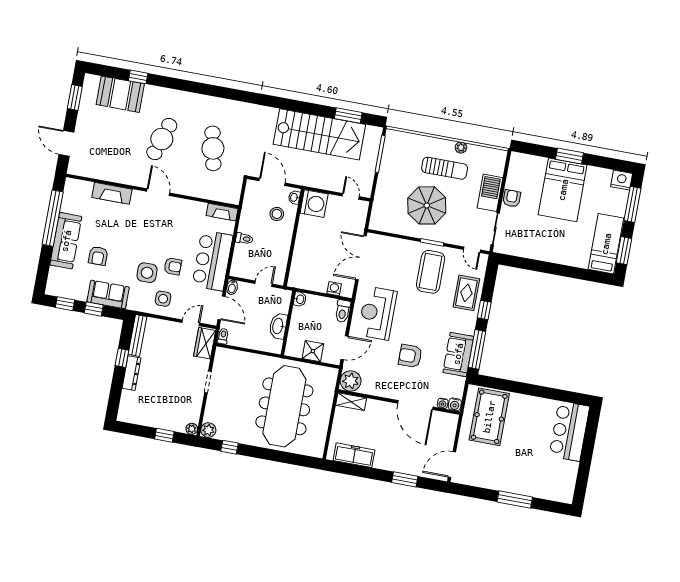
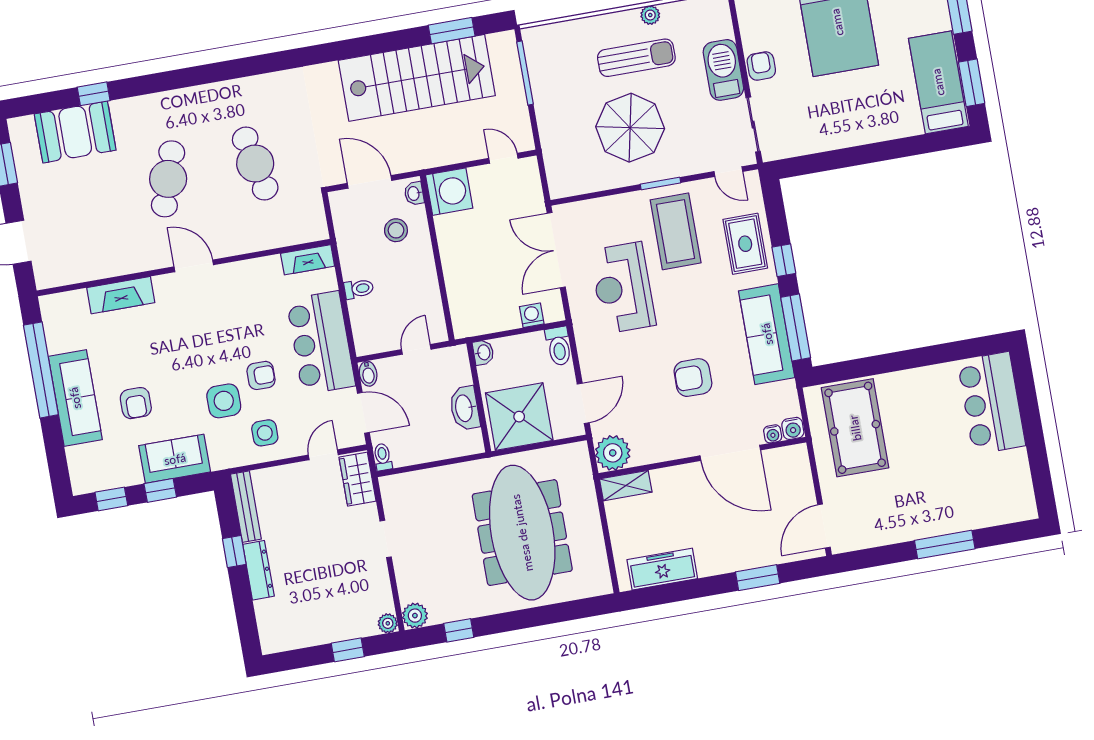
reception desk: (377, 313) -> (623, 288), moved
shower: (313, 351) -> (519, 417), width x1.86, depth x1.86
sofa: (458, 354) -> (767, 334), width x1.36

